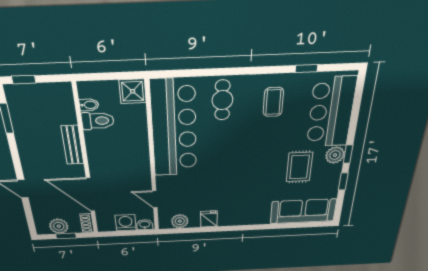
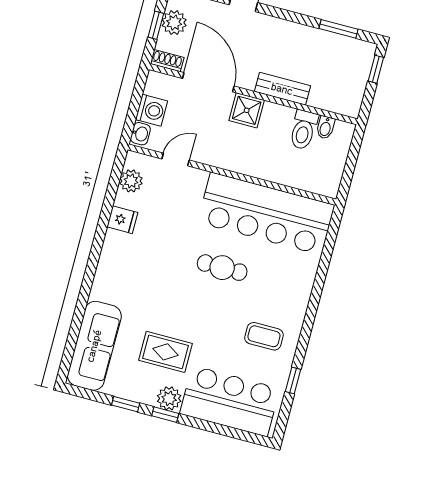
shower: (133, 91) -> (247, 110), moved
cafe table: (222, 100) -> (222, 268), moved
door: (90, 195) -> (208, 82), hinge flipped

